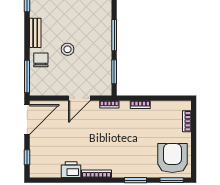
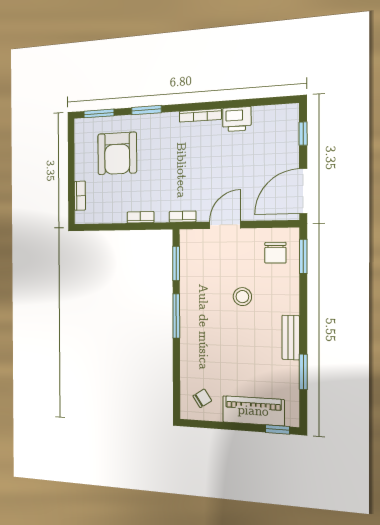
bench: (35, 33) -> (291, 338), moved
chair: (41, 60) -> (275, 253), moved
window: (27, 76) -> (303, 256), width x0.69
armchair: (172, 158) -> (117, 153), moved

